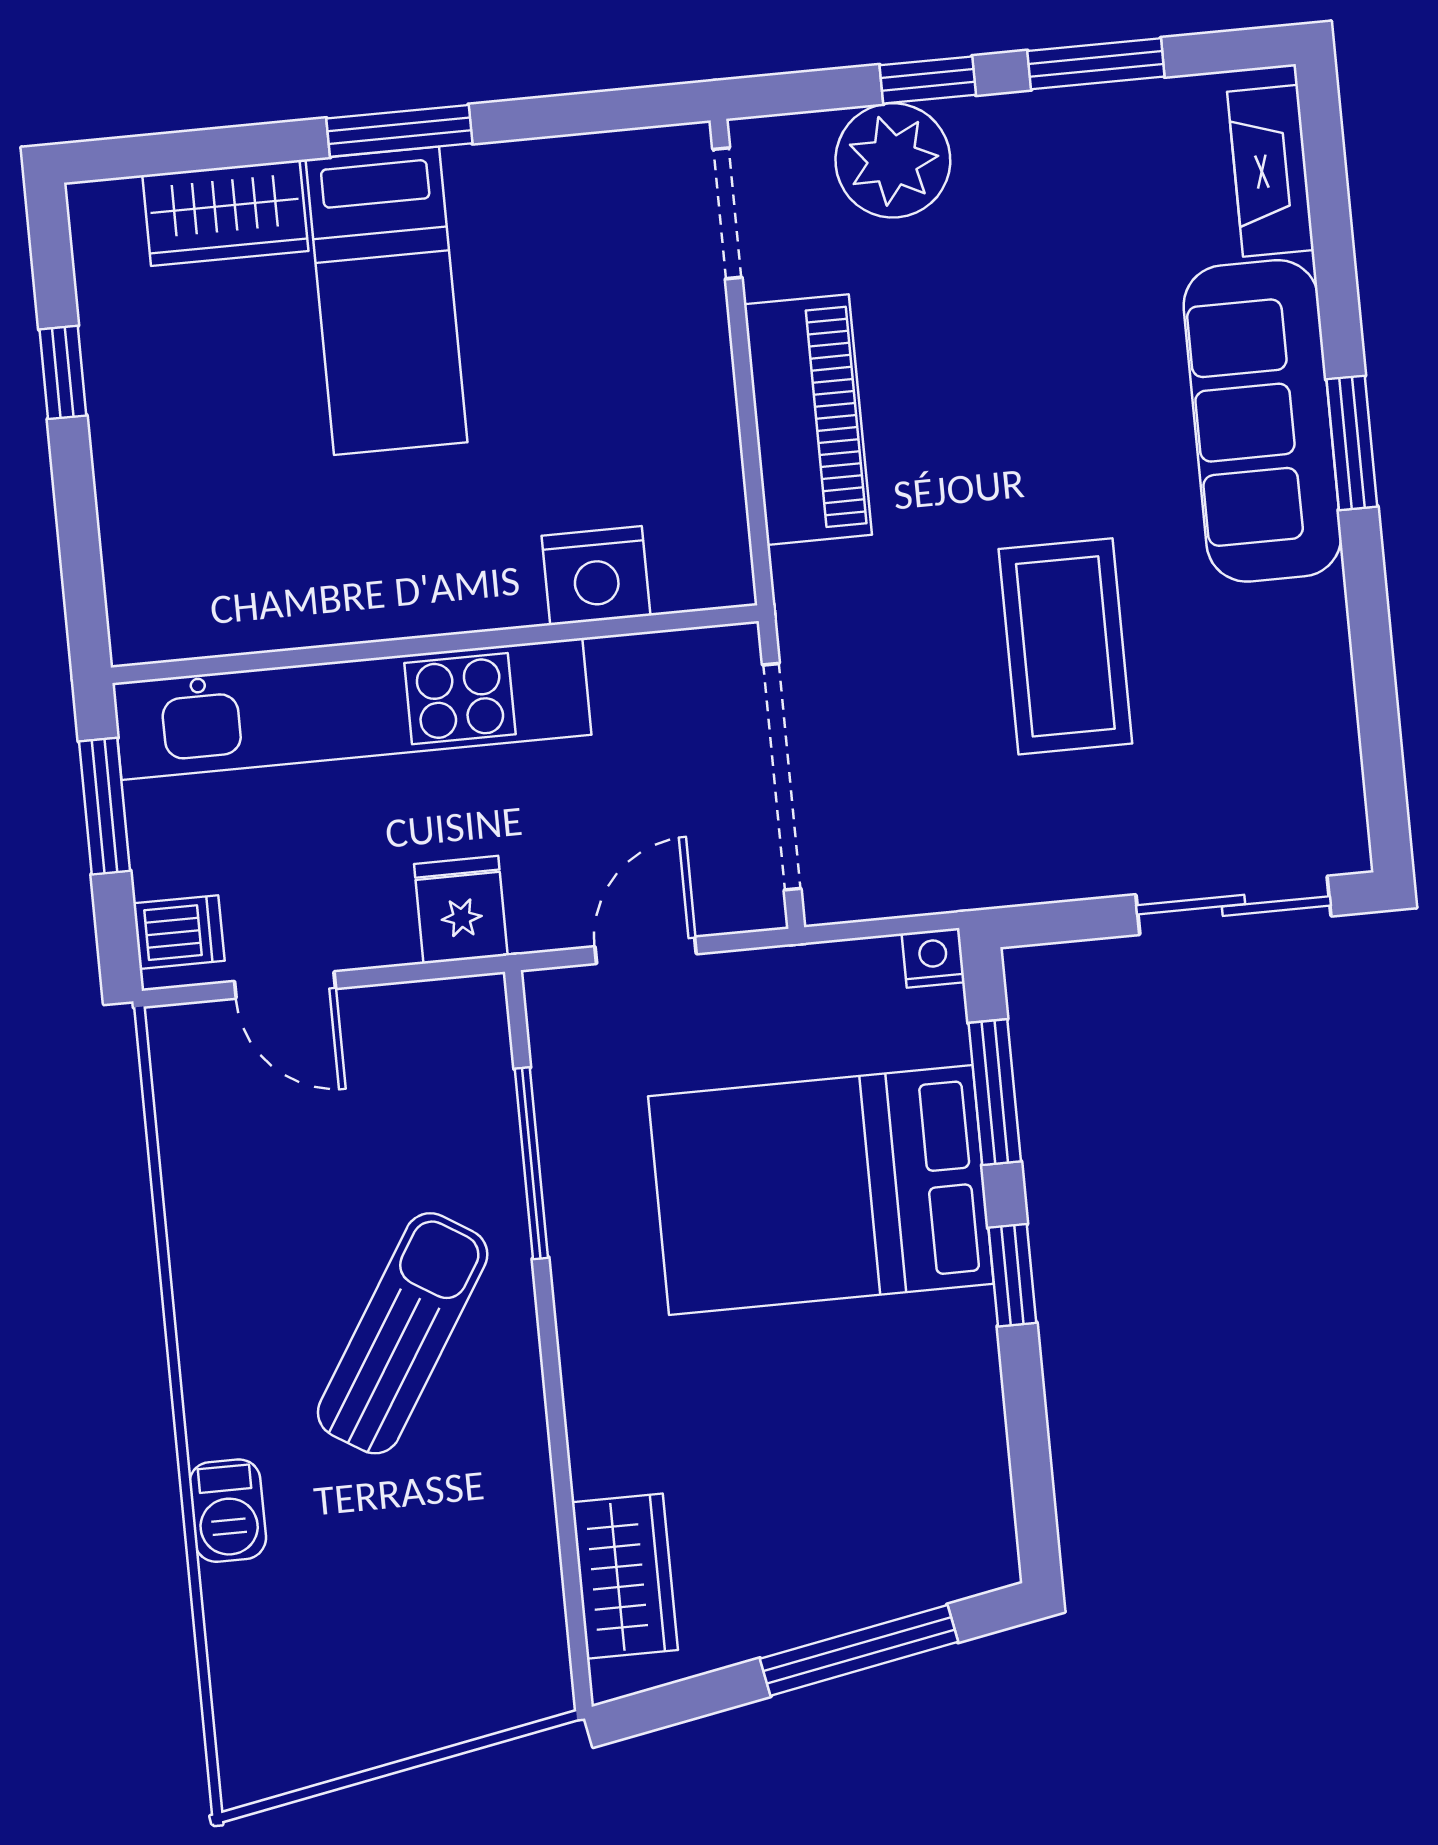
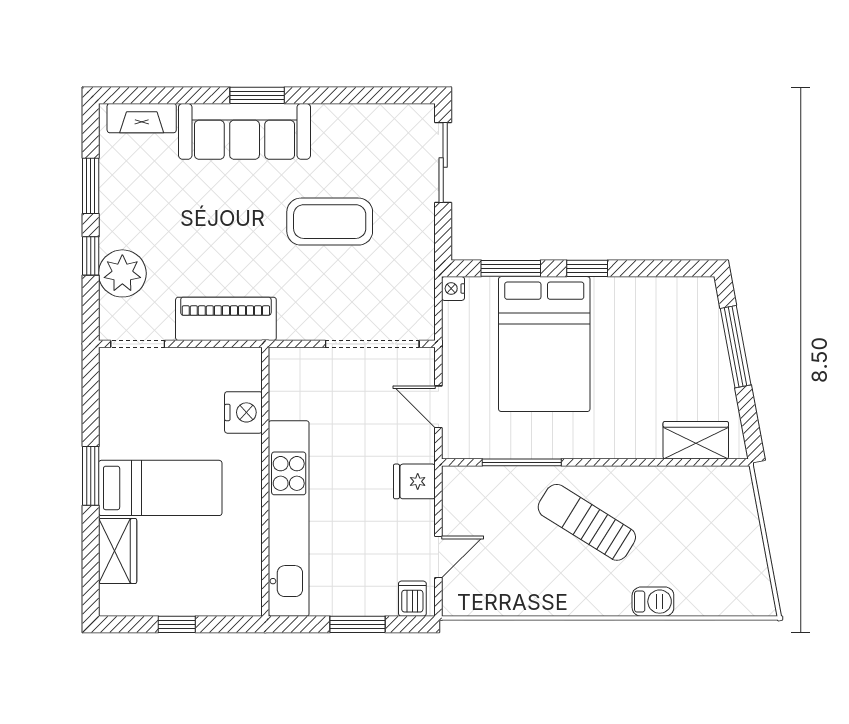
nightstand: (596, 576) -> (243, 412), moved
wall: (435, 644) -> (265, 482), moved
kitchen unit: (352, 709) -> (289, 518), moved

